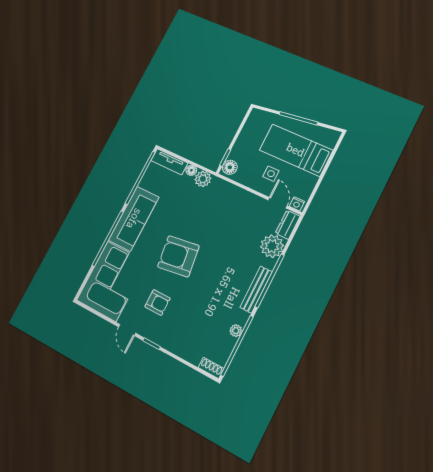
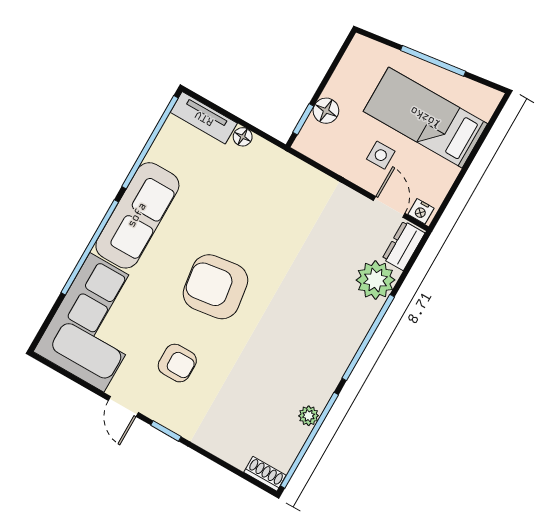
floor lamp: (230, 167) -> (326, 111), moved
plant: (203, 179) -> (263, 154), removed
bench: (256, 290) -> (345, 351), removed

